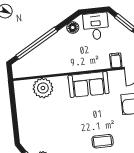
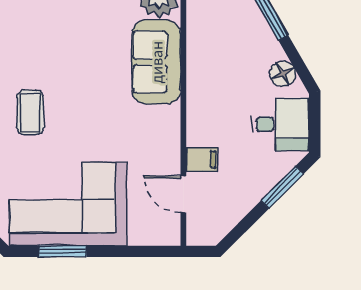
sofa: (89, 84) -> (156, 62), moved

